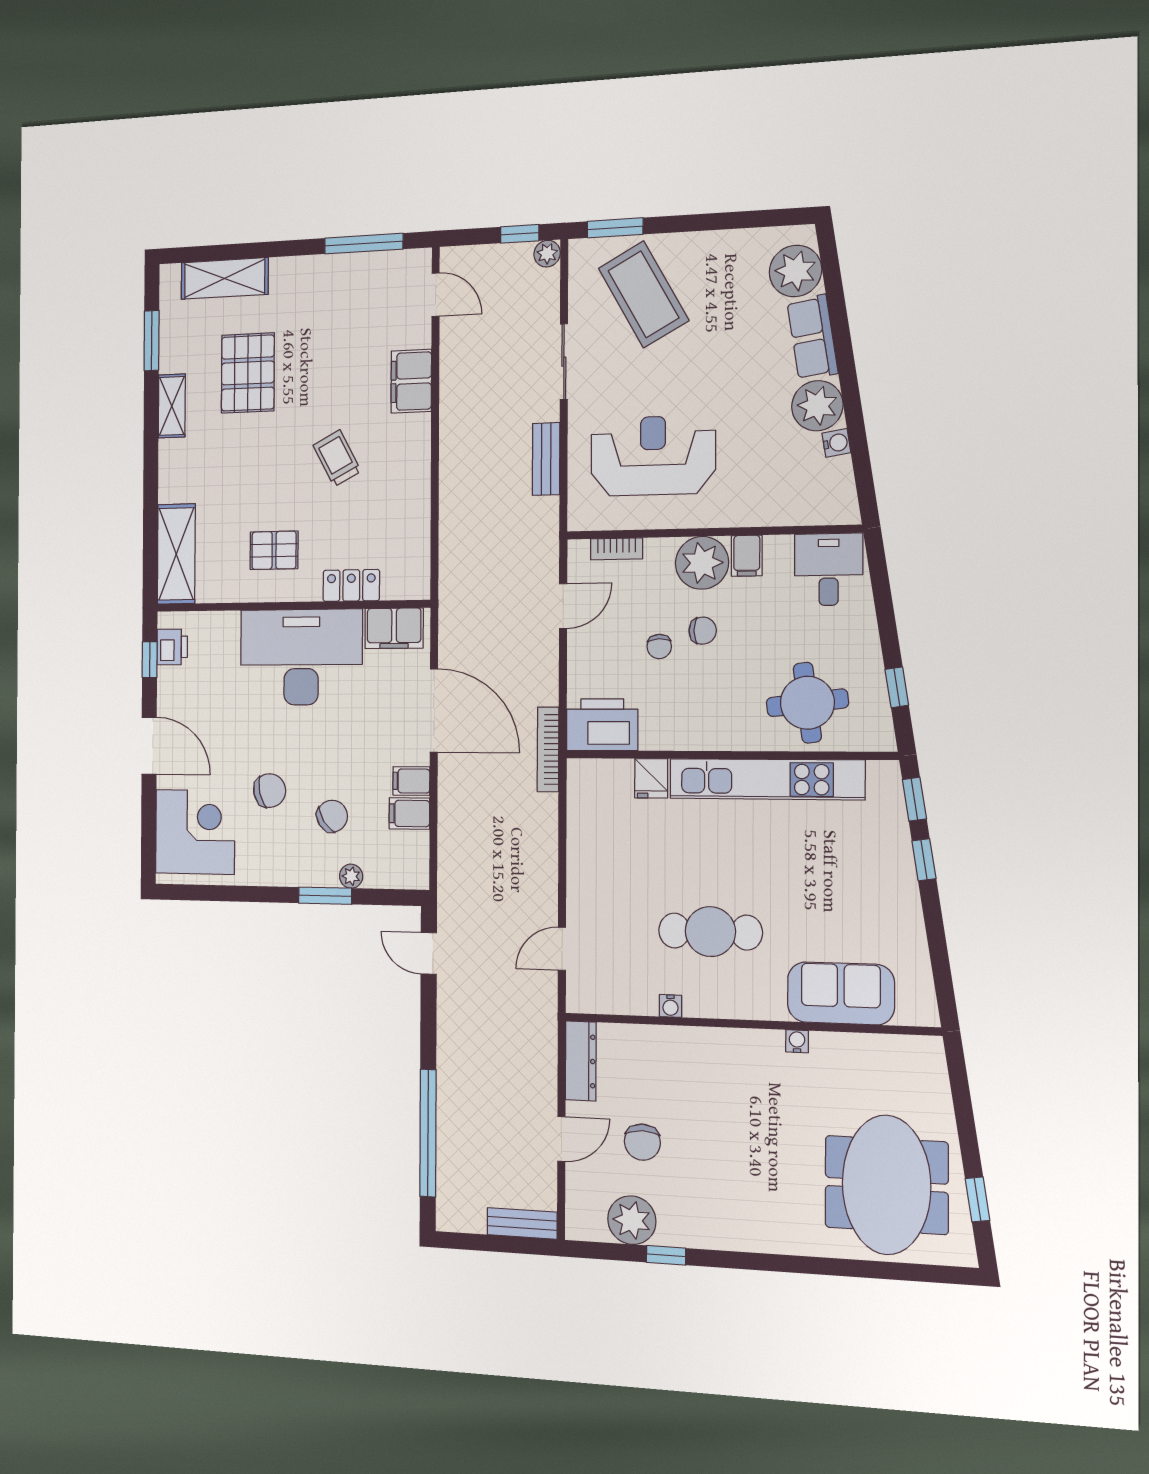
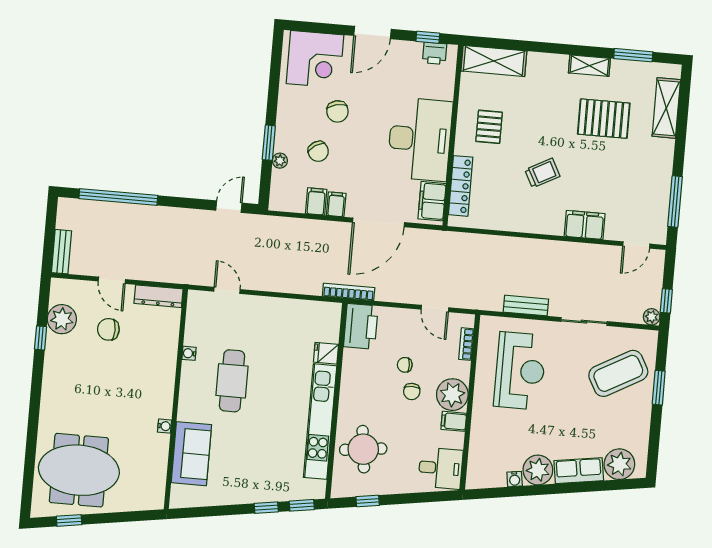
window: (615, 228) -> (659, 388), moved
locker: (351, 585) -> (461, 186), width x1.53

